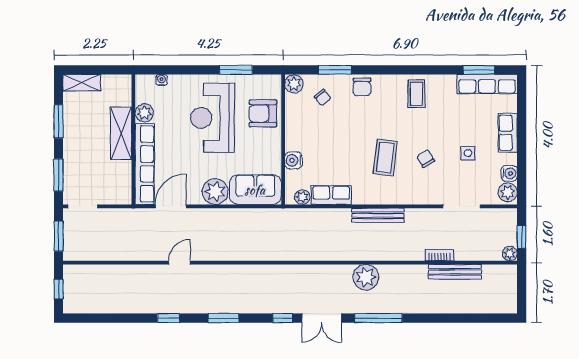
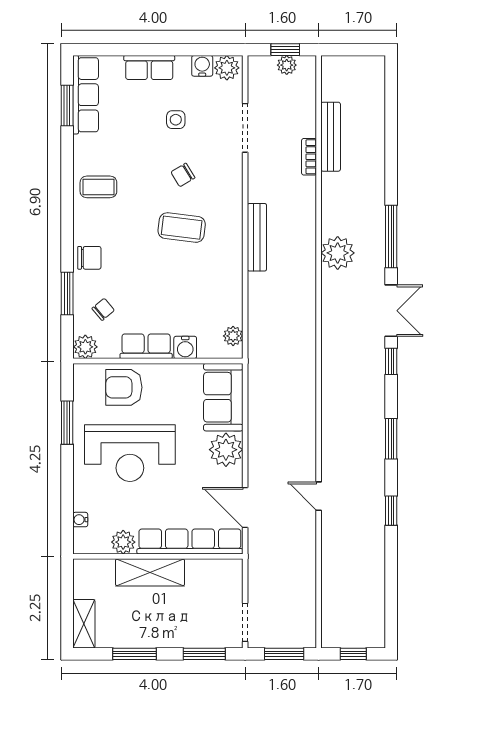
armchair: (263, 113) -> (124, 387), turned 90
row of seats: (331, 195) -> (146, 346), moved, turned 90
plant: (510, 253) -> (287, 65), moved

